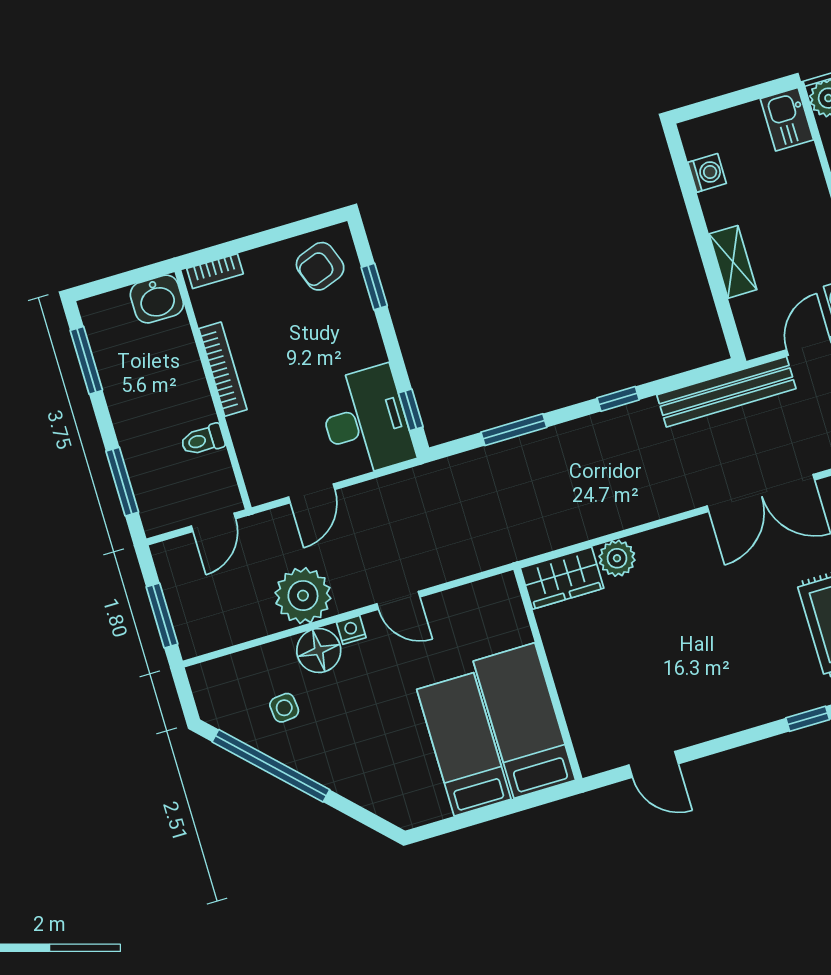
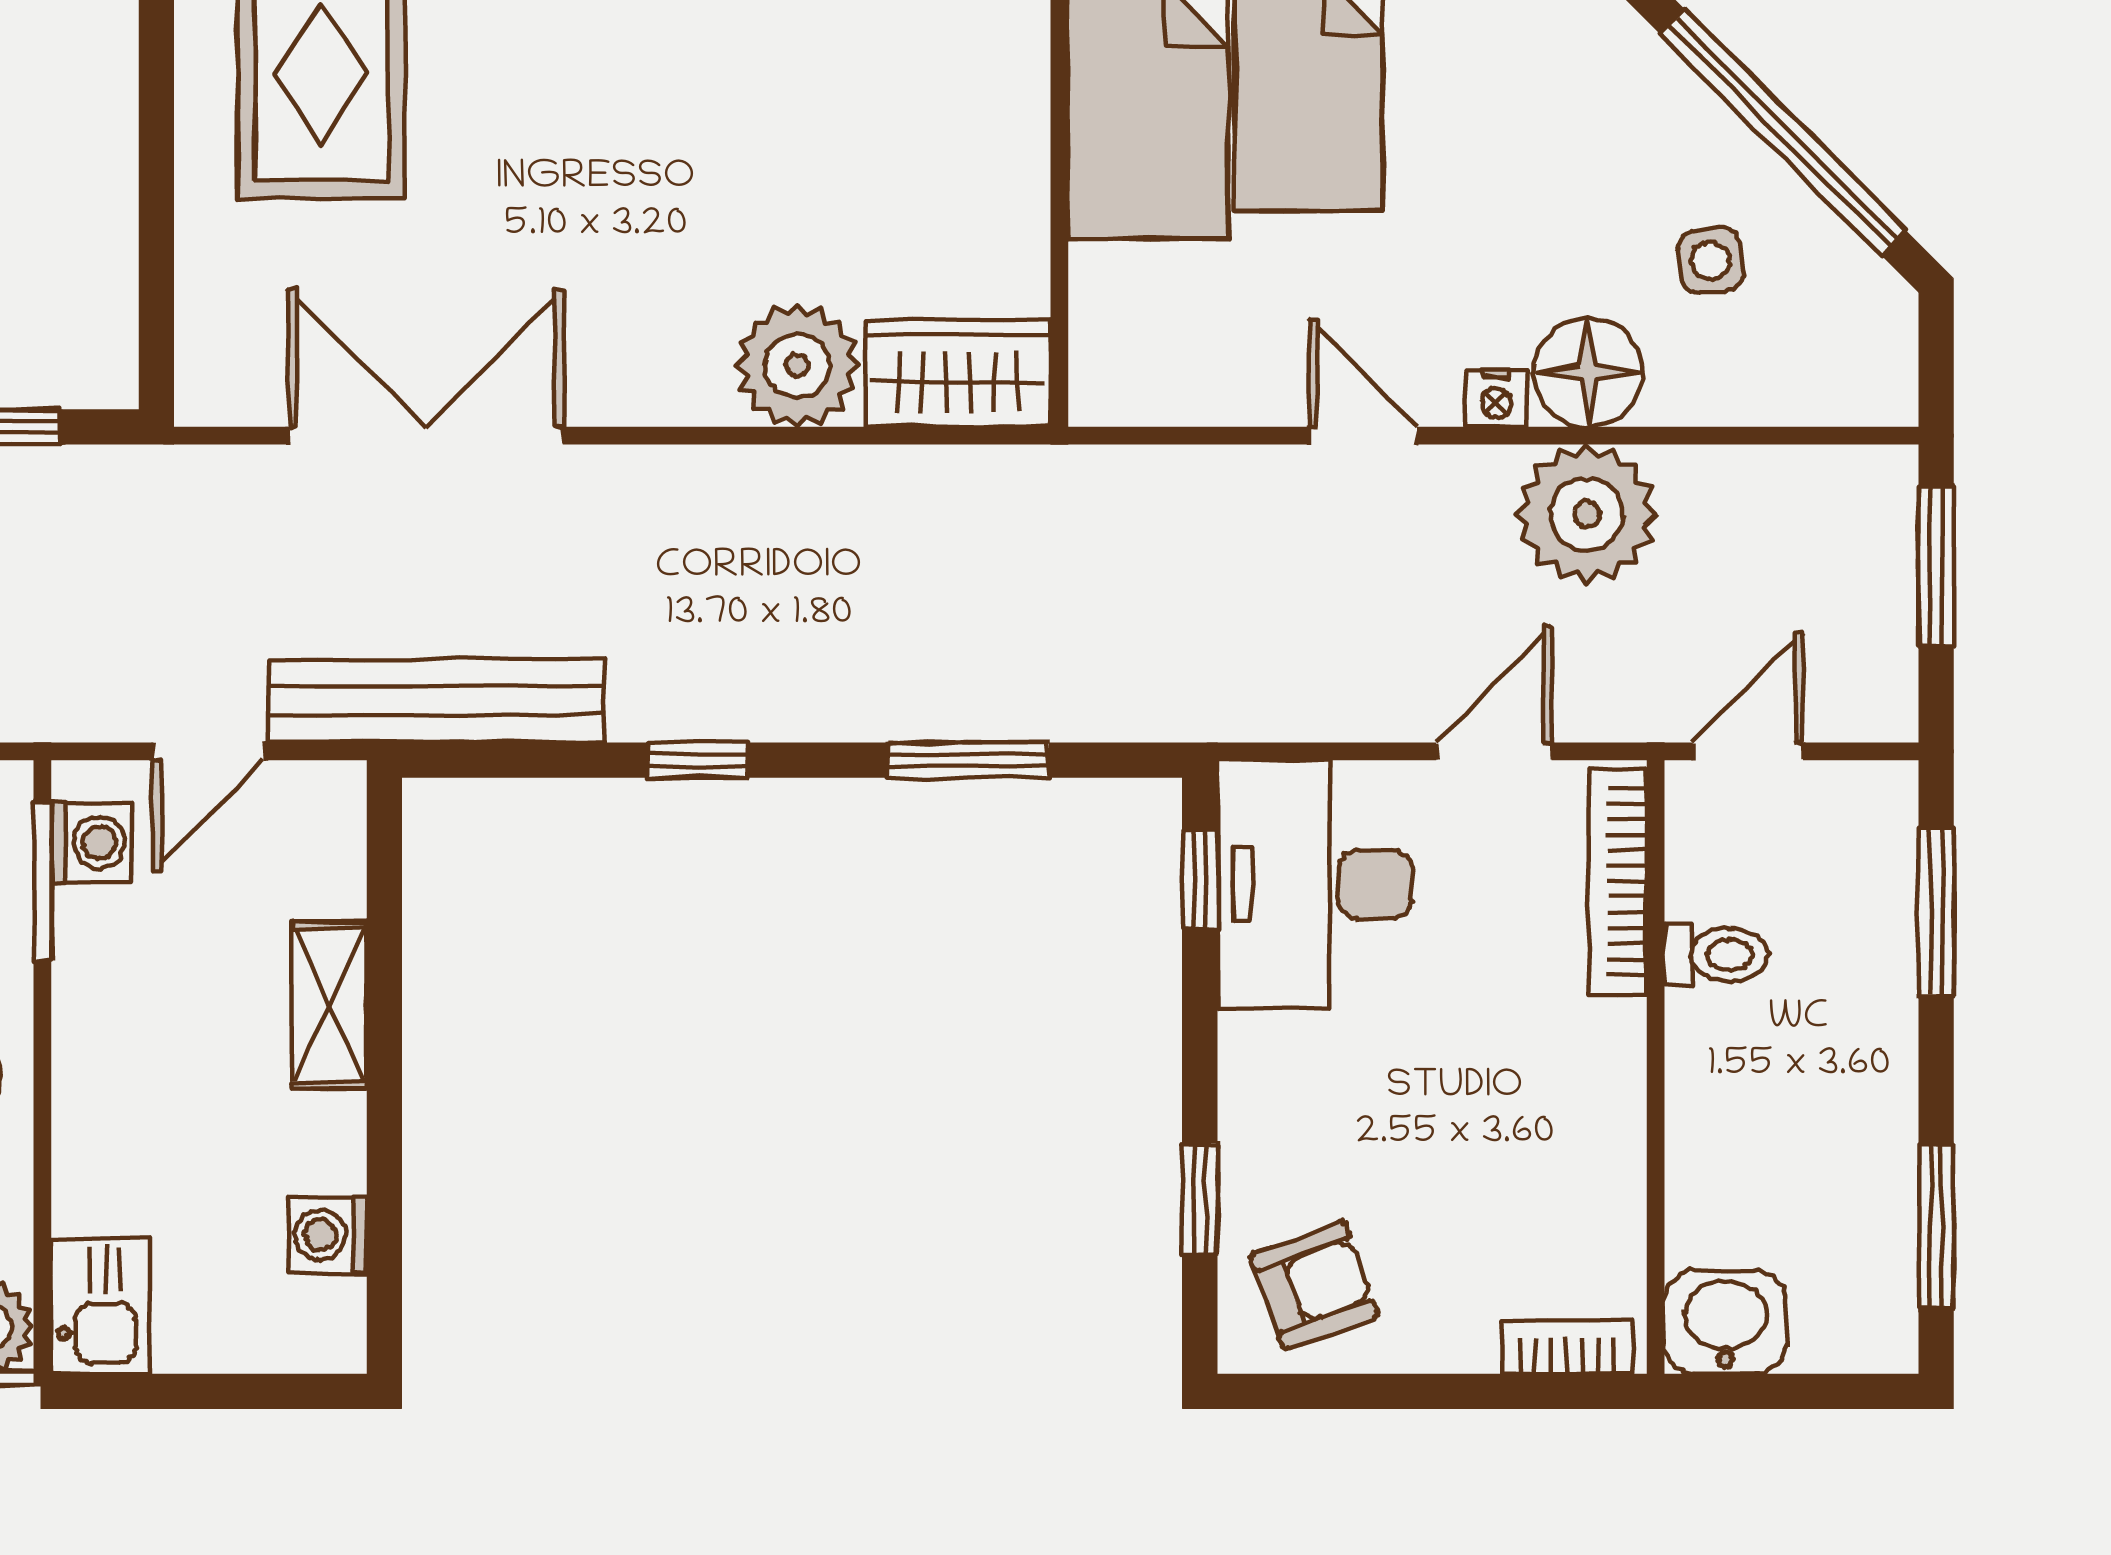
bookcase: (223, 369) -> (1618, 882), moved
plant: (617, 558) -> (797, 365), width x1.36, depth x1.36

